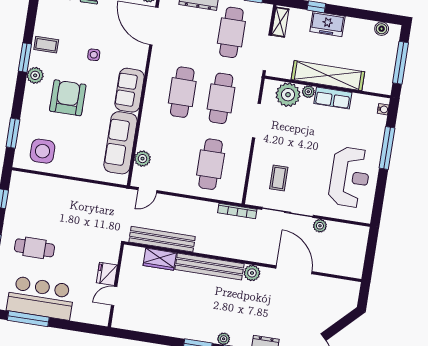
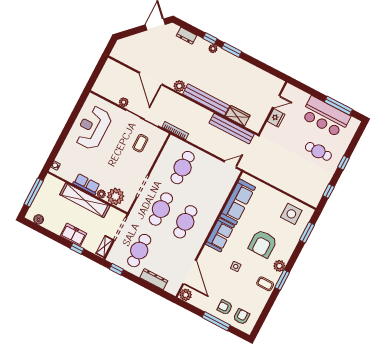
window: (387, 148) -> (62, 139), removed
plant: (142, 159) -> (227, 187), removed

